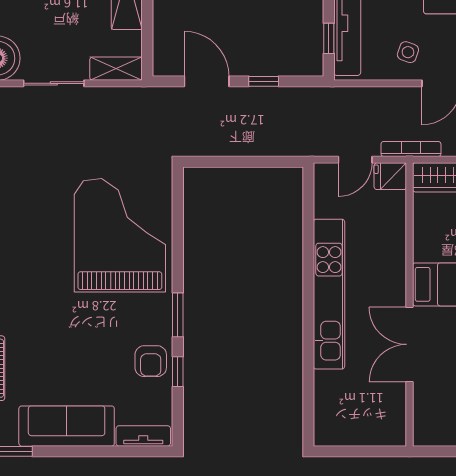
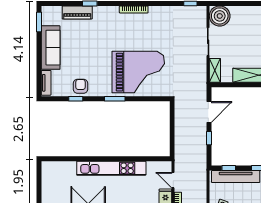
window: (178, 315) -> (115, 99), moved
armchair: (151, 361) -> (80, 86), turned 90

